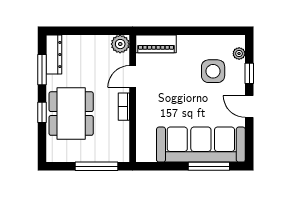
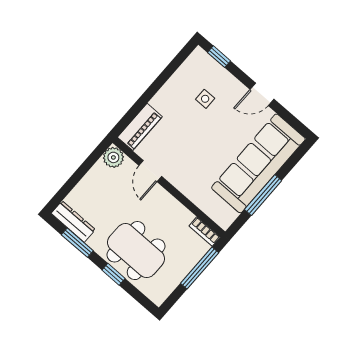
plant: (239, 54) -> (209, 64), removed
side table: (213, 71) -> (205, 99), width x0.54, depth x0.54
window: (249, 73) -> (219, 57), moved
bookcase: (124, 107) -> (205, 232), moved
window: (209, 166) -> (263, 195), moved

